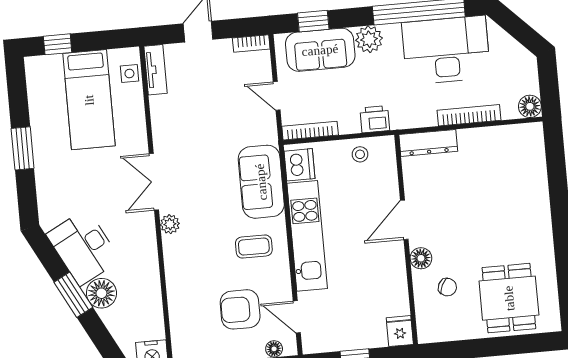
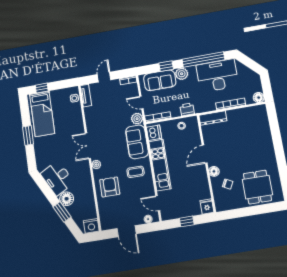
window: (313, 21) -> (166, 66), moved
bed: (89, 100) -> (42, 114), moved
plant: (265, 131) -> (137, 119), added
window: (73, 295) -> (62, 212), moved
armchair: (240, 309) -> (110, 187), moved, turned 90

